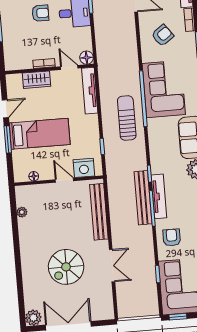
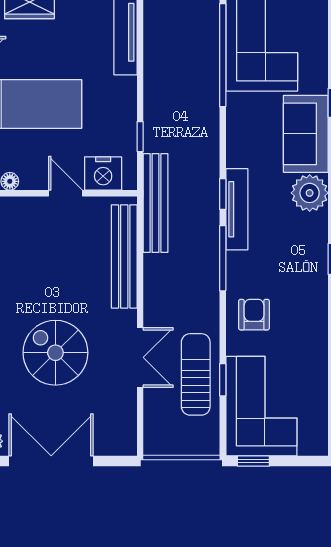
sun lounger: (127, 118) -> (196, 374), moved
tv unit: (159, 196) -> (237, 209), moved
bench: (143, 198) -> (156, 203), moved
spiral stairs: (66, 267) -> (55, 353), turned 90

